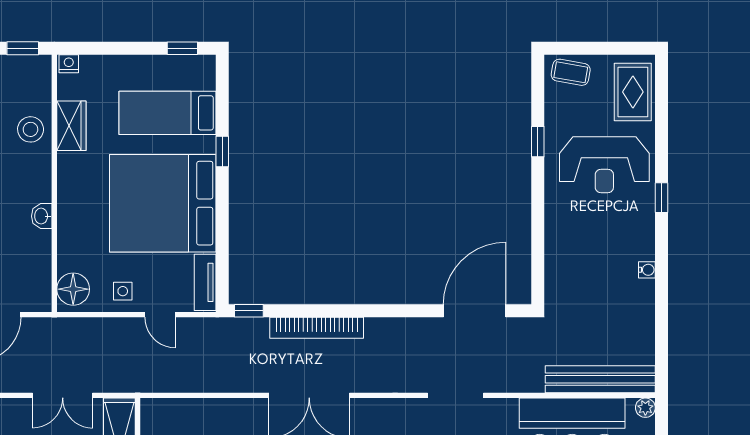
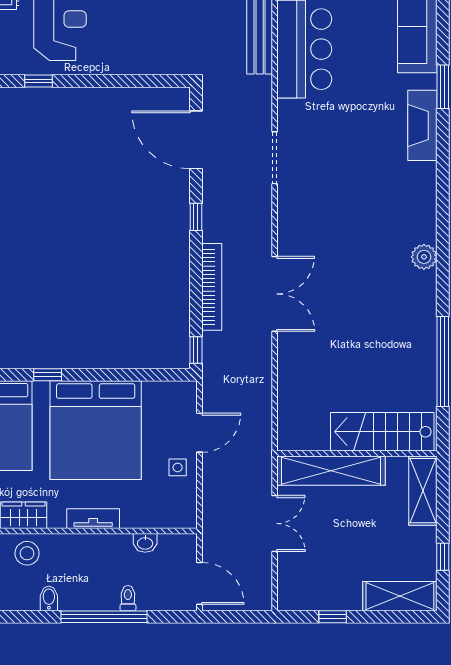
washbasin: (42, 216) -> (145, 543), moved
tv unit: (205, 282) -> (93, 519), moved, turned 180
floor lamp: (73, 289) -> (176, 514), removed
window: (392, 311) -> (196, 217), added
door: (160, 315) -> (199, 433), width x1.38

